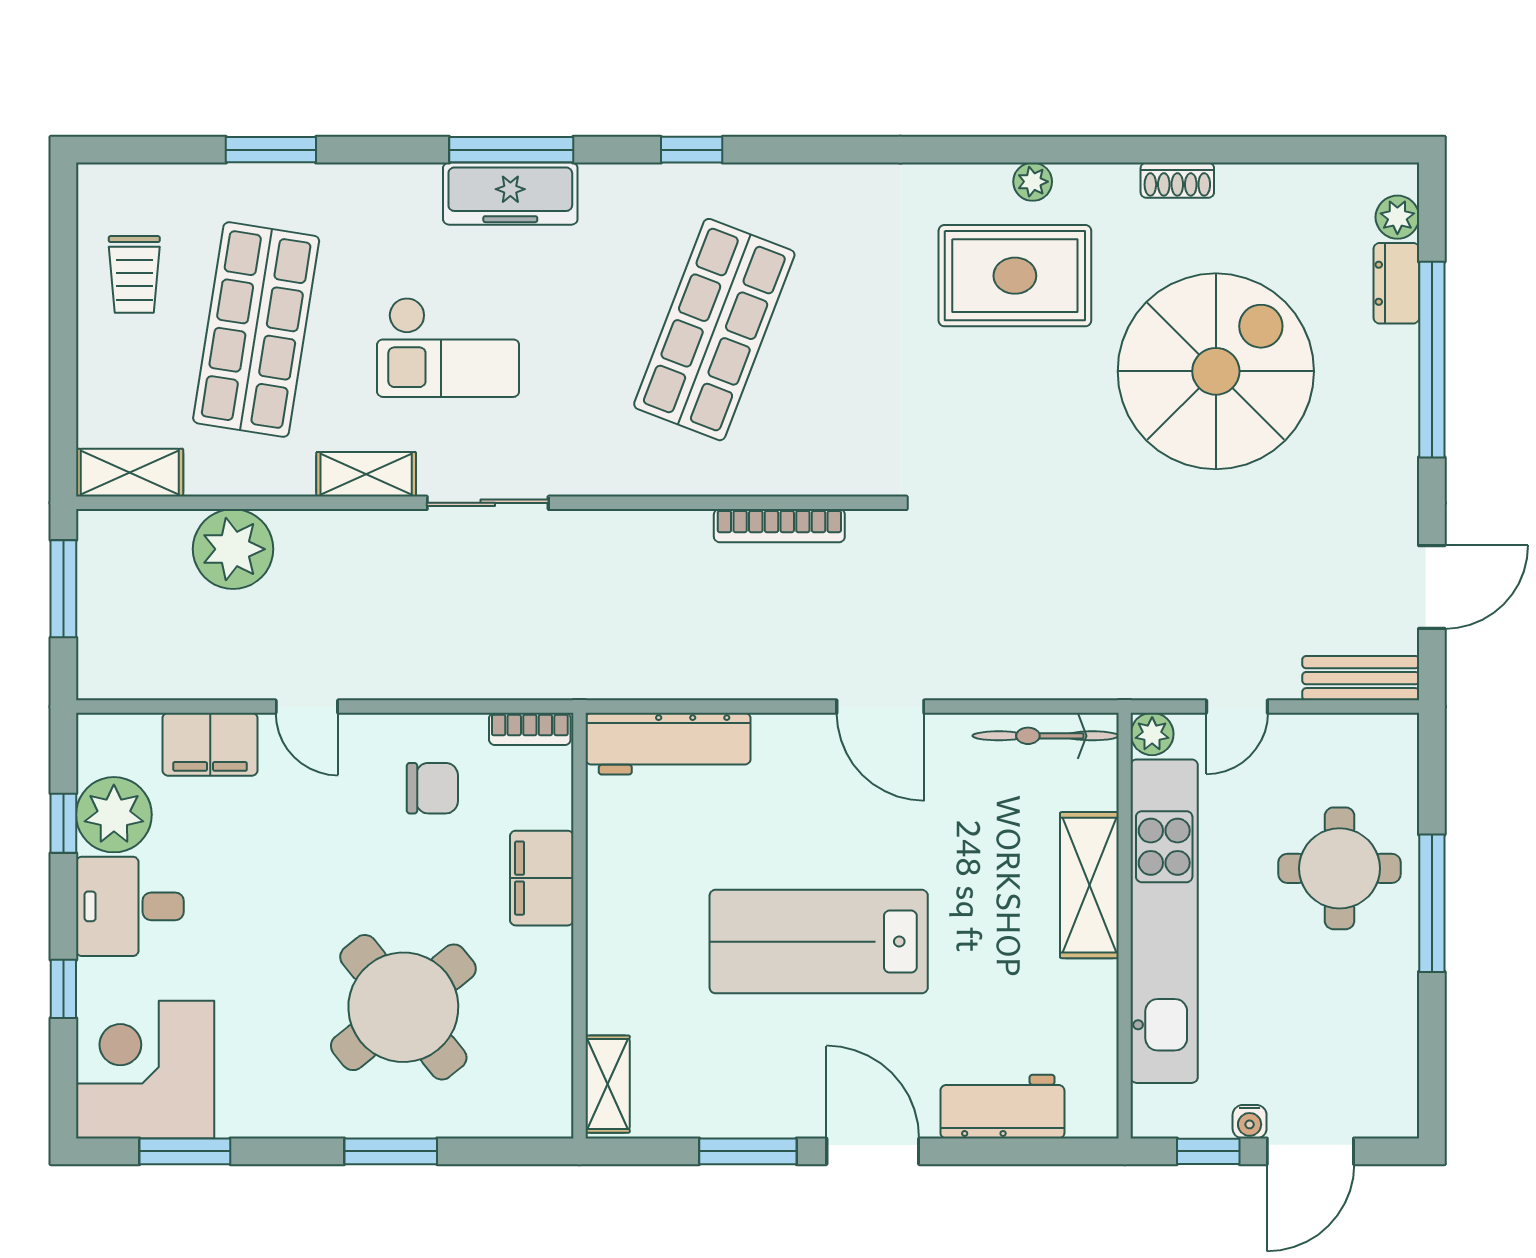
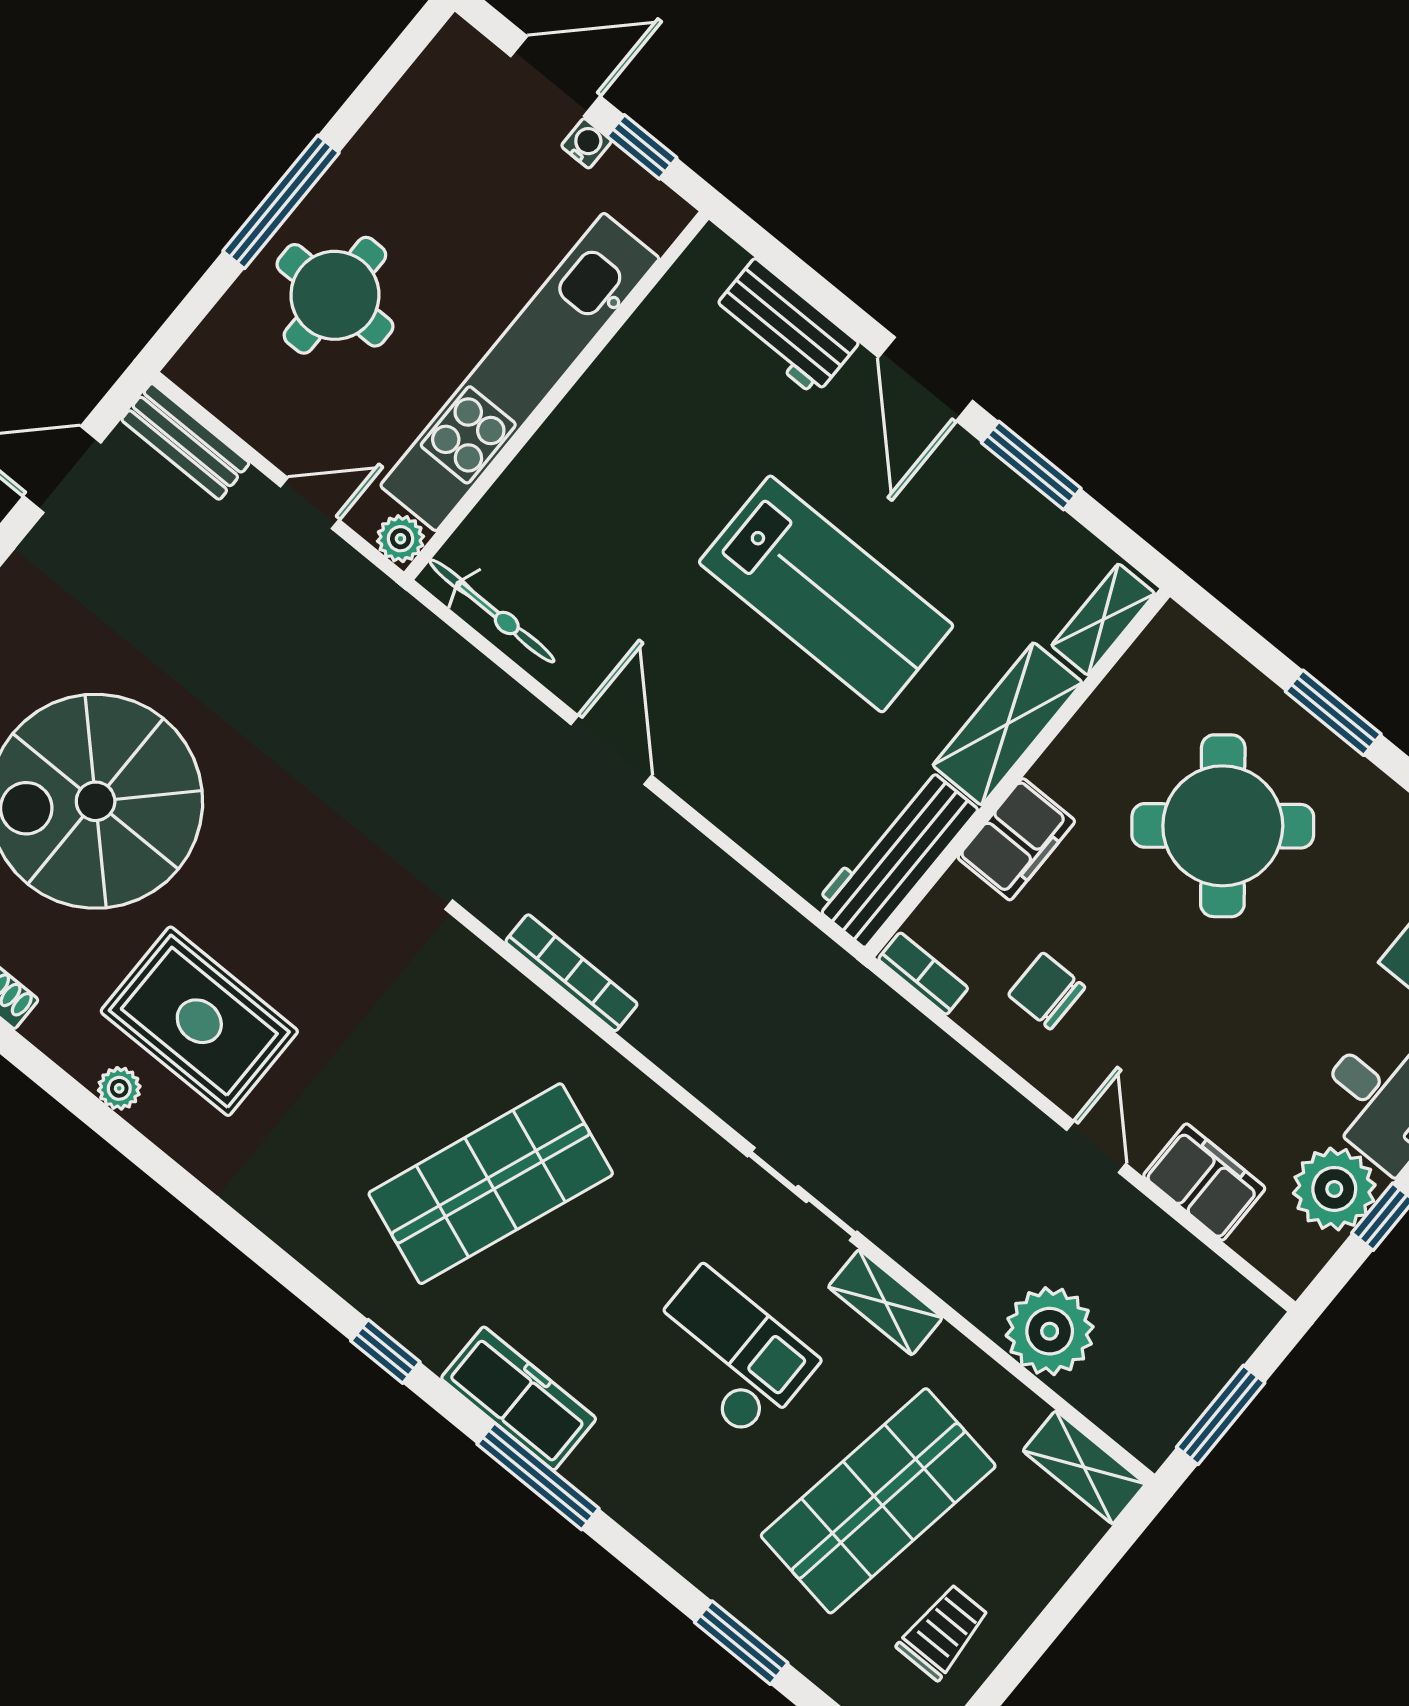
freezer: (510, 194) -> (519, 1398), moved
workbench: (668, 744) -> (896, 858), moved, turned -90
shelving: (1089, 885) -> (1008, 724), moved

